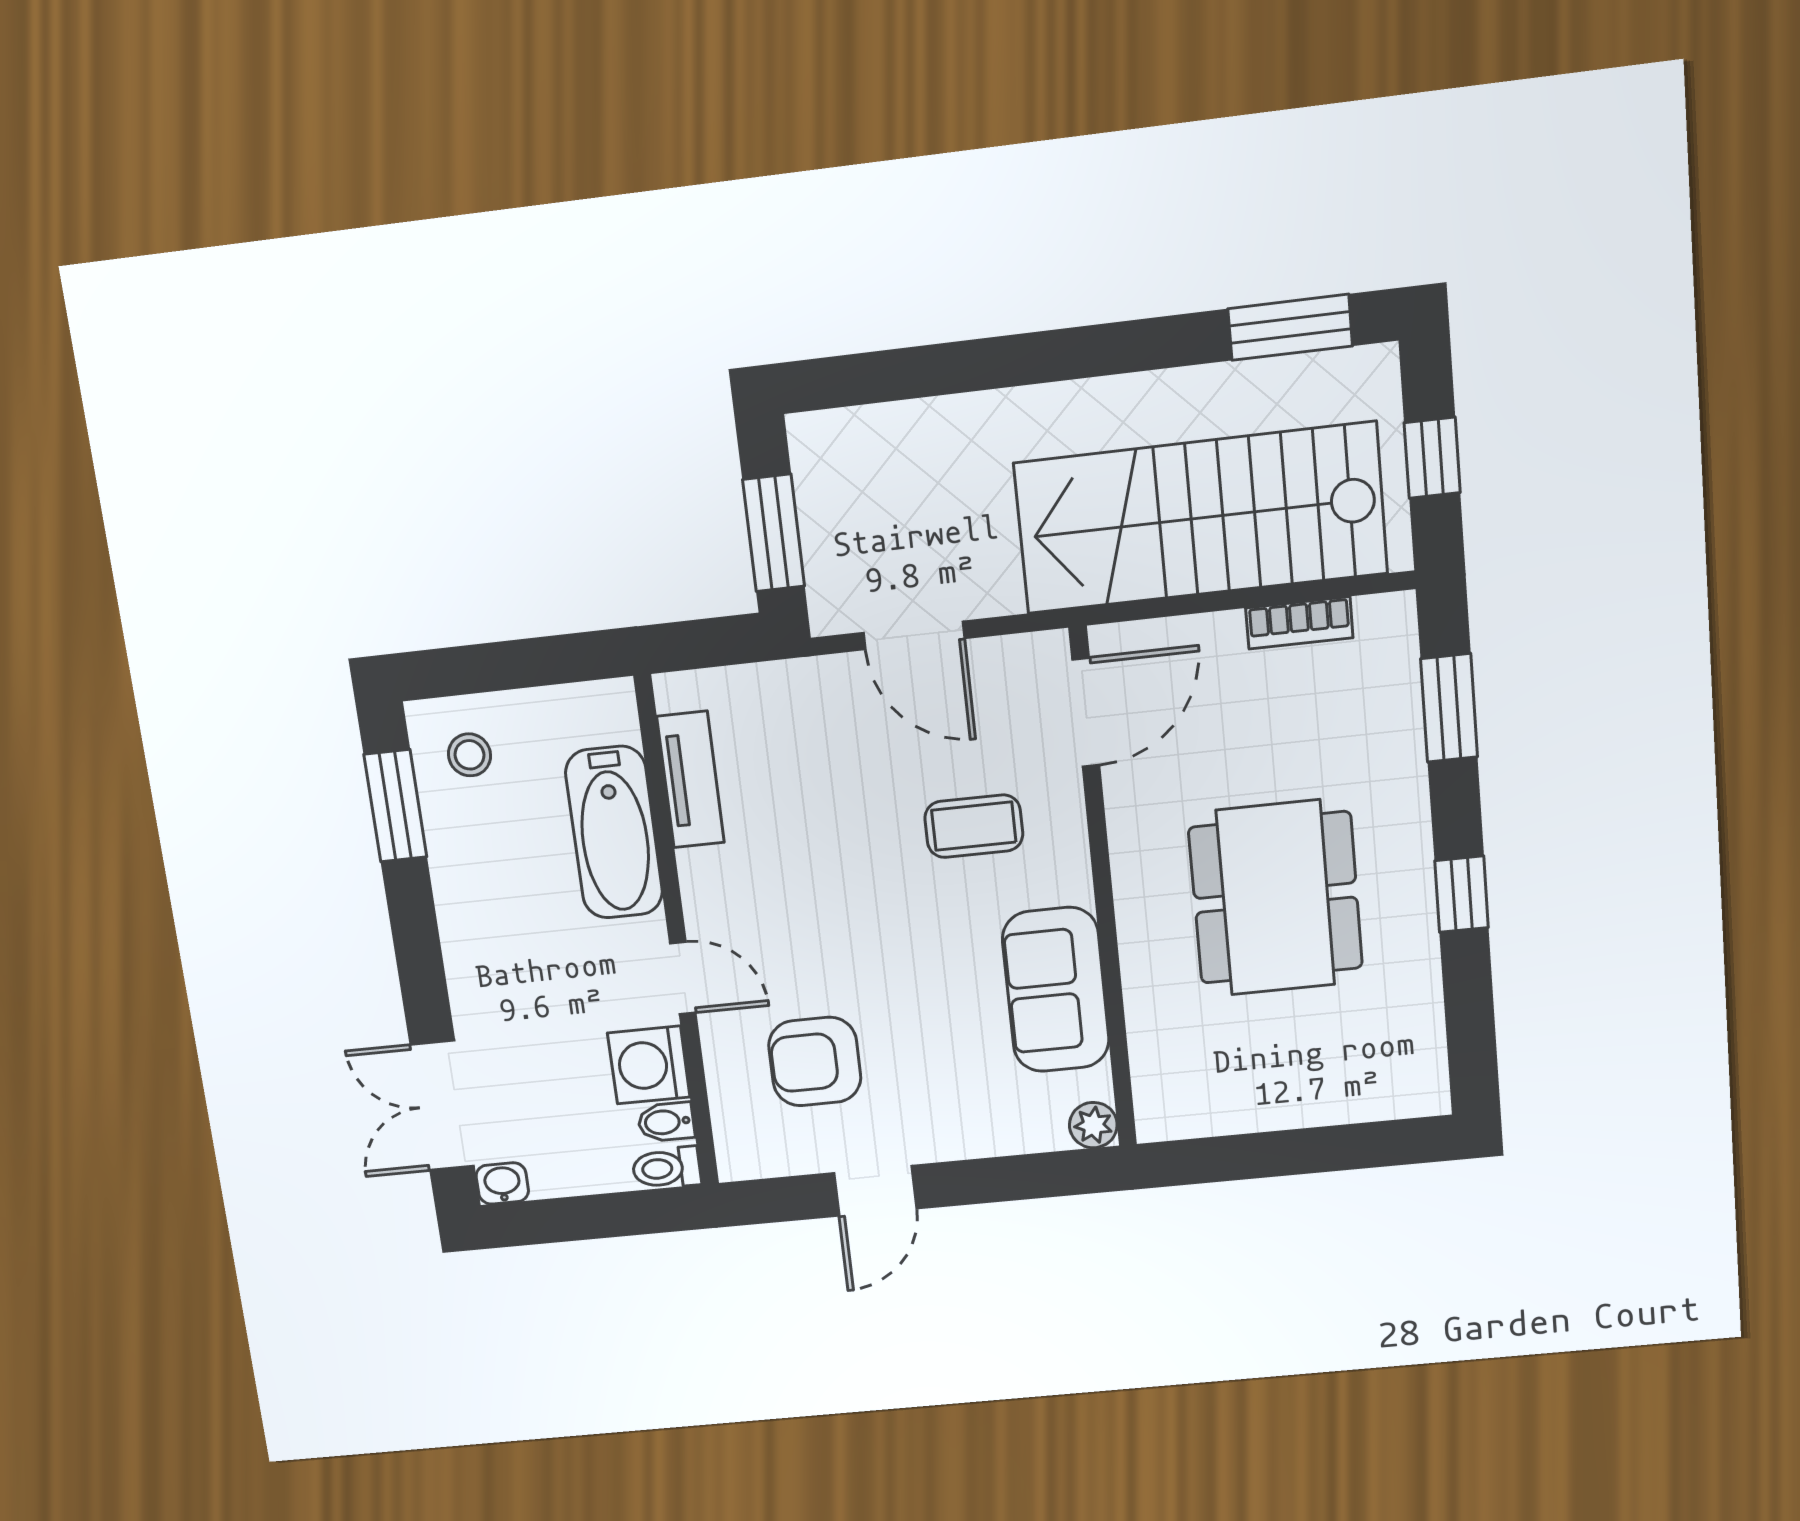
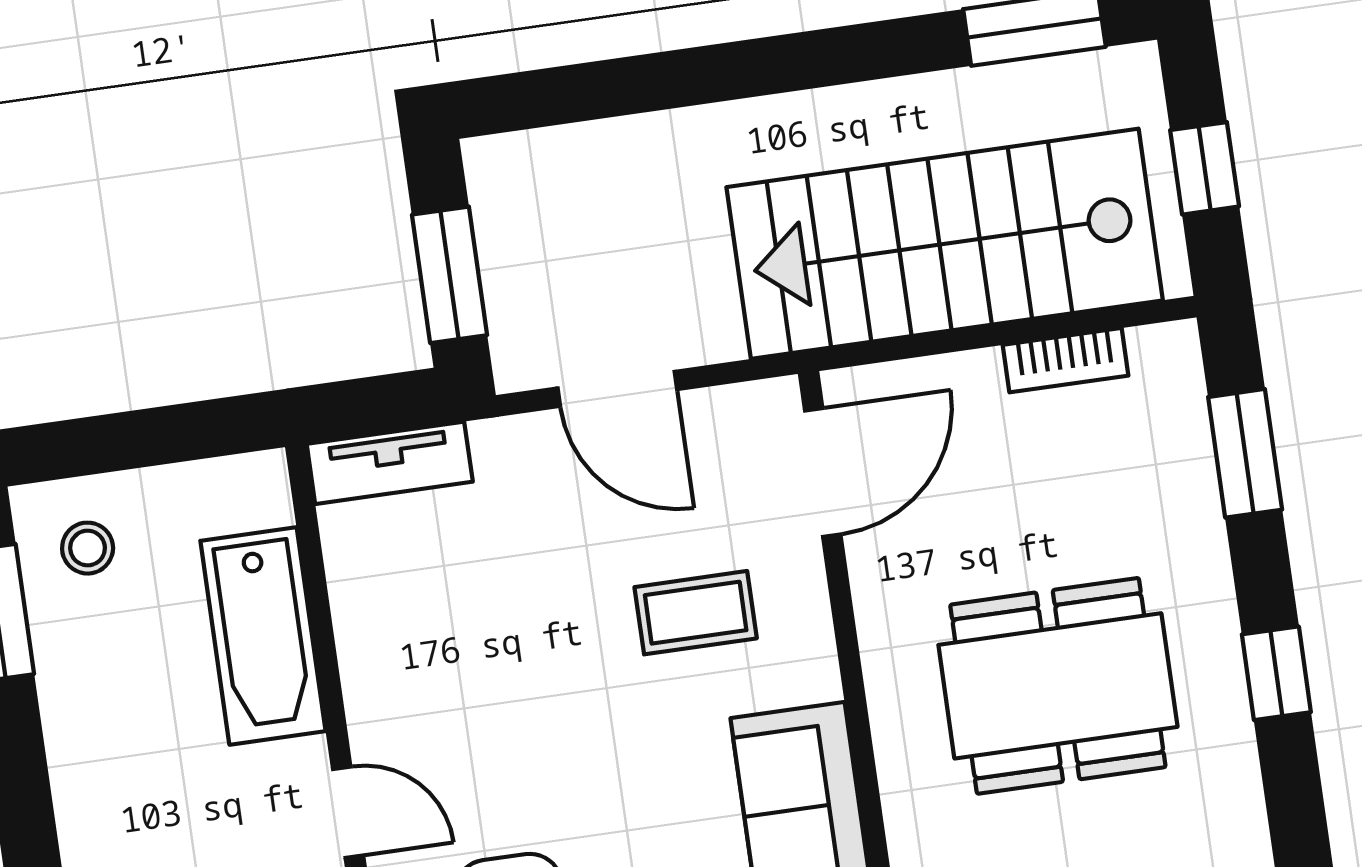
tv unit: (691, 780) -> (390, 463), moved, turned 90
dining table: (1276, 898) -> (1058, 686), turned 90

